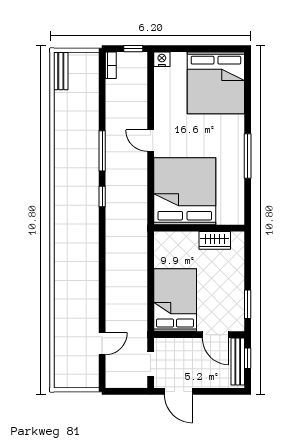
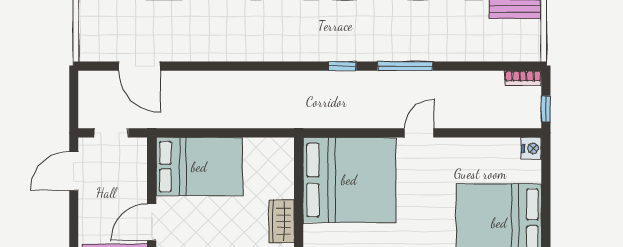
door: (102, 344) -> (139, 66), width x1.38

